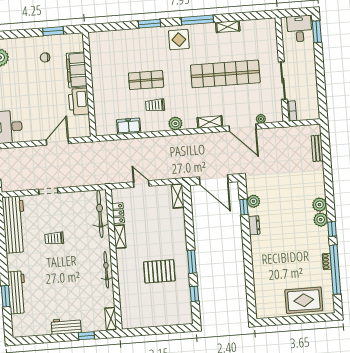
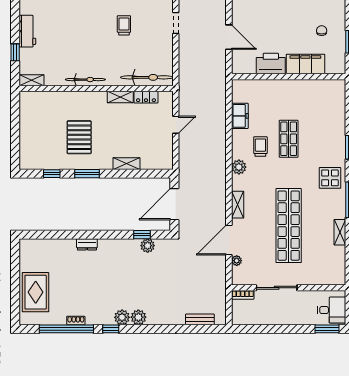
shelving: (178, 196) -> (126, 164), moved
dresser: (254, 225) -> (87, 244), moved

